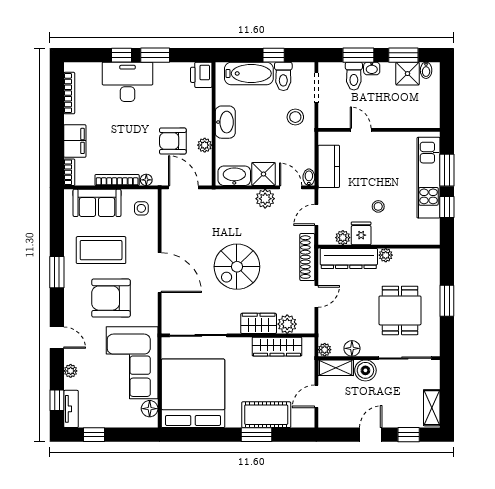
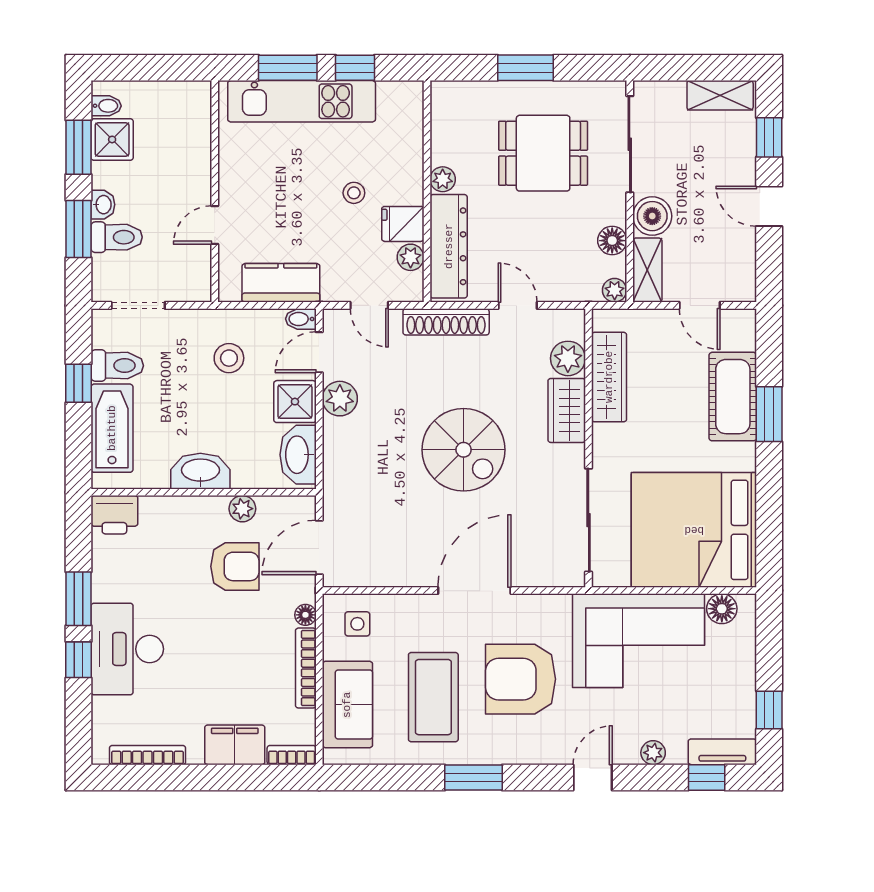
stool: (295, 117) -> (229, 358), moved
armchair: (173, 141) -> (235, 566), turned -90
armchair: (111, 298) -> (521, 679), turned 90

